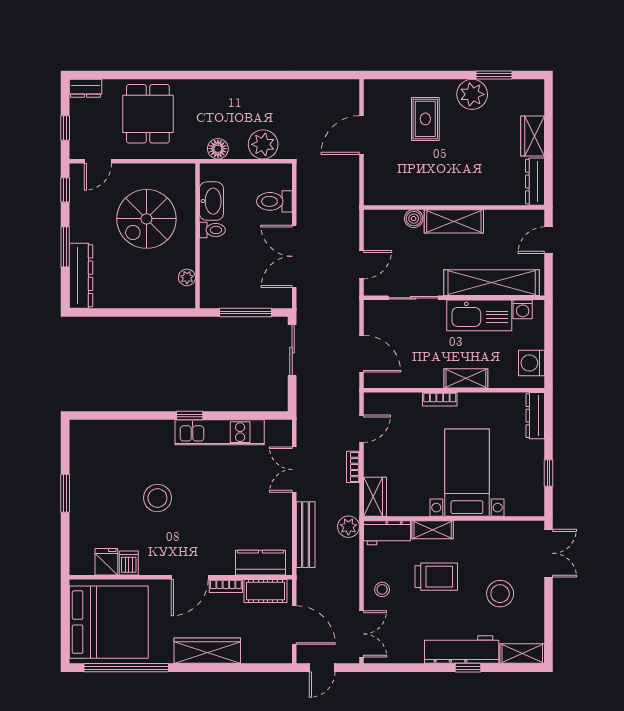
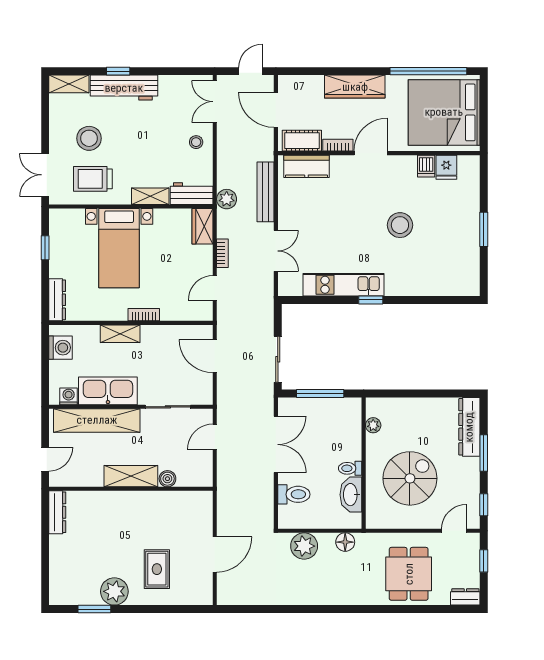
wardrobe: (533, 136) -> (59, 554), removed
trolley: (436, 577) -> (93, 179), moved

